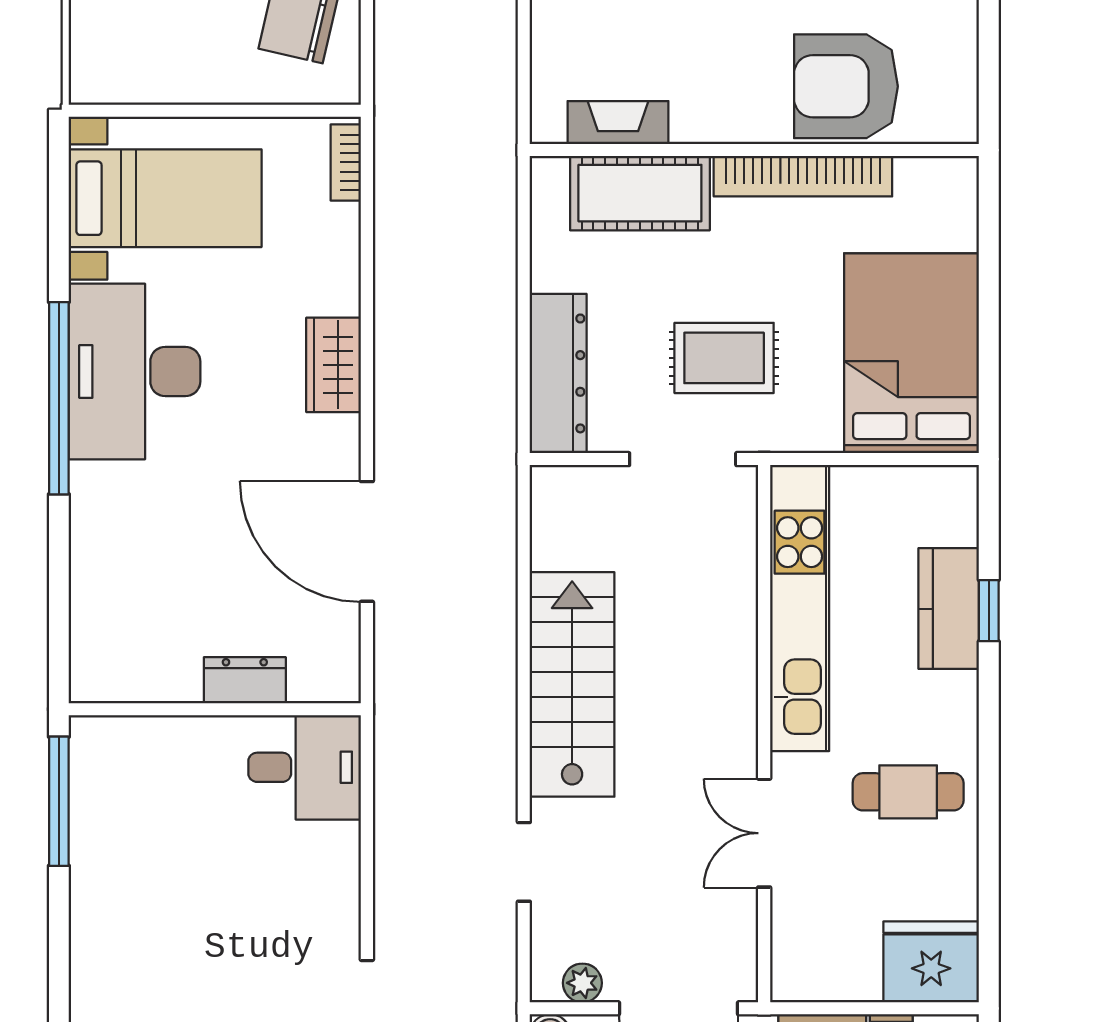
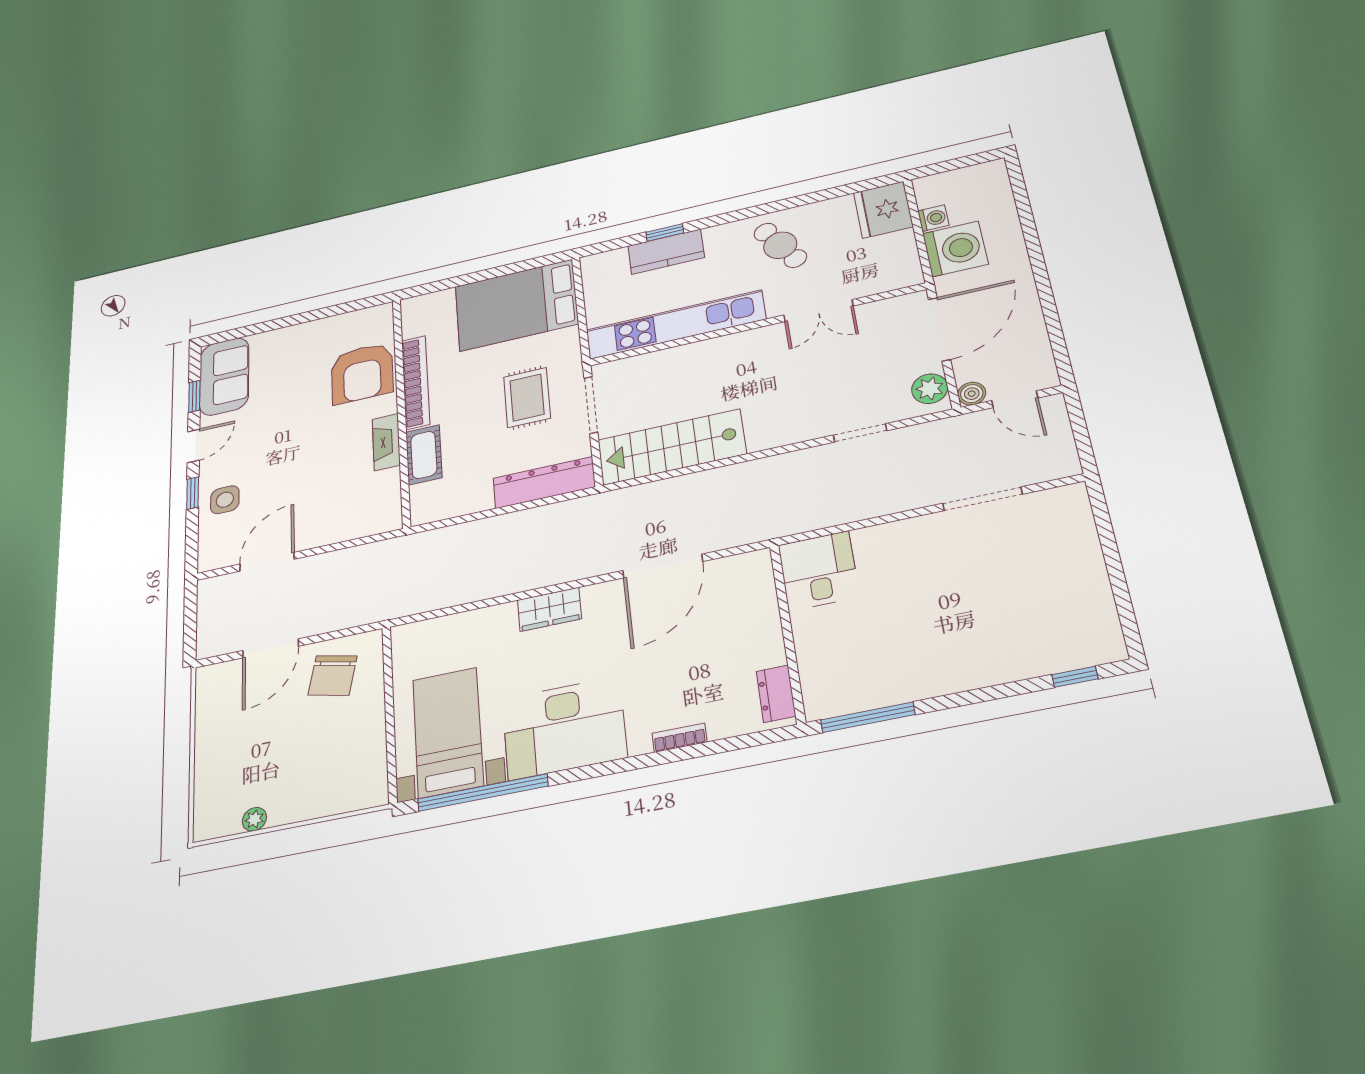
fireplace: (618, 123) -> (386, 442), moved
bookcase: (346, 162) -> (680, 738), moved, turned 180
cot: (640, 193) -> (424, 455), width x0.73, depth x0.75
window: (59, 398) -> (483, 793), moved
dresser: (245, 680) -> (776, 694), moved
stairs: (572, 684) -> (672, 447), moved
cafe table: (908, 792) -> (780, 245), turned -31
plant: (582, 983) -> (930, 389), width x1.38, depth x1.38

